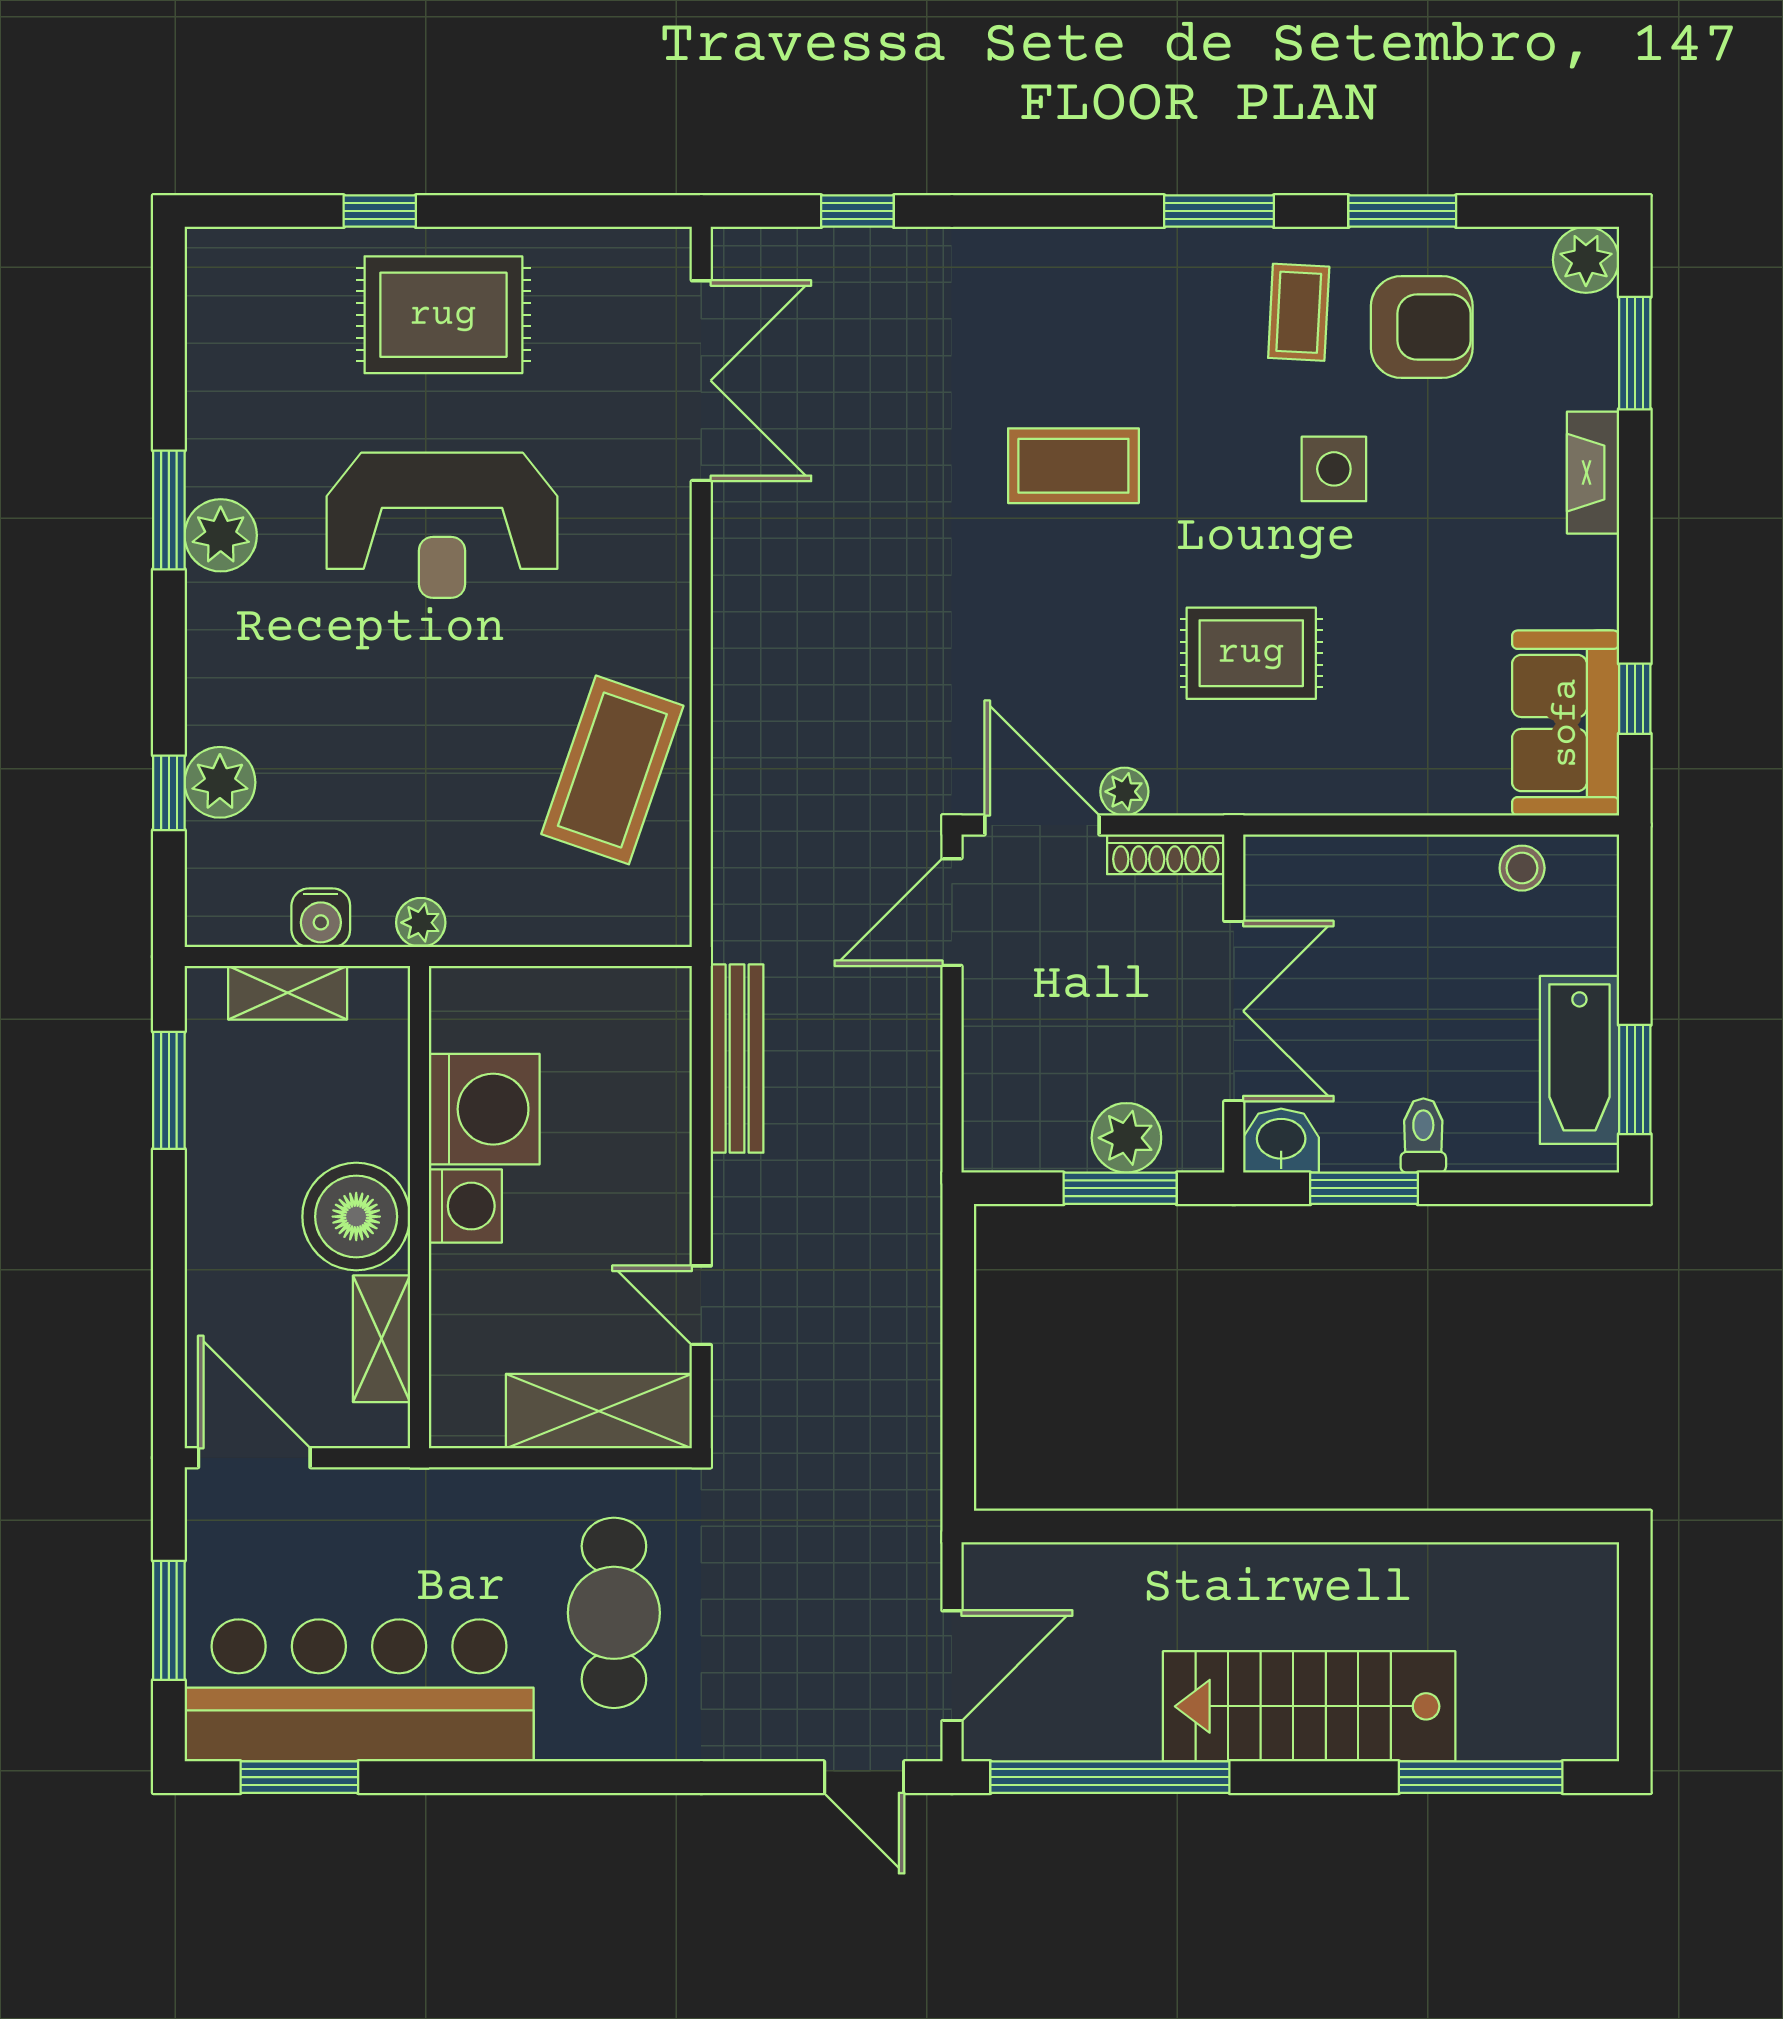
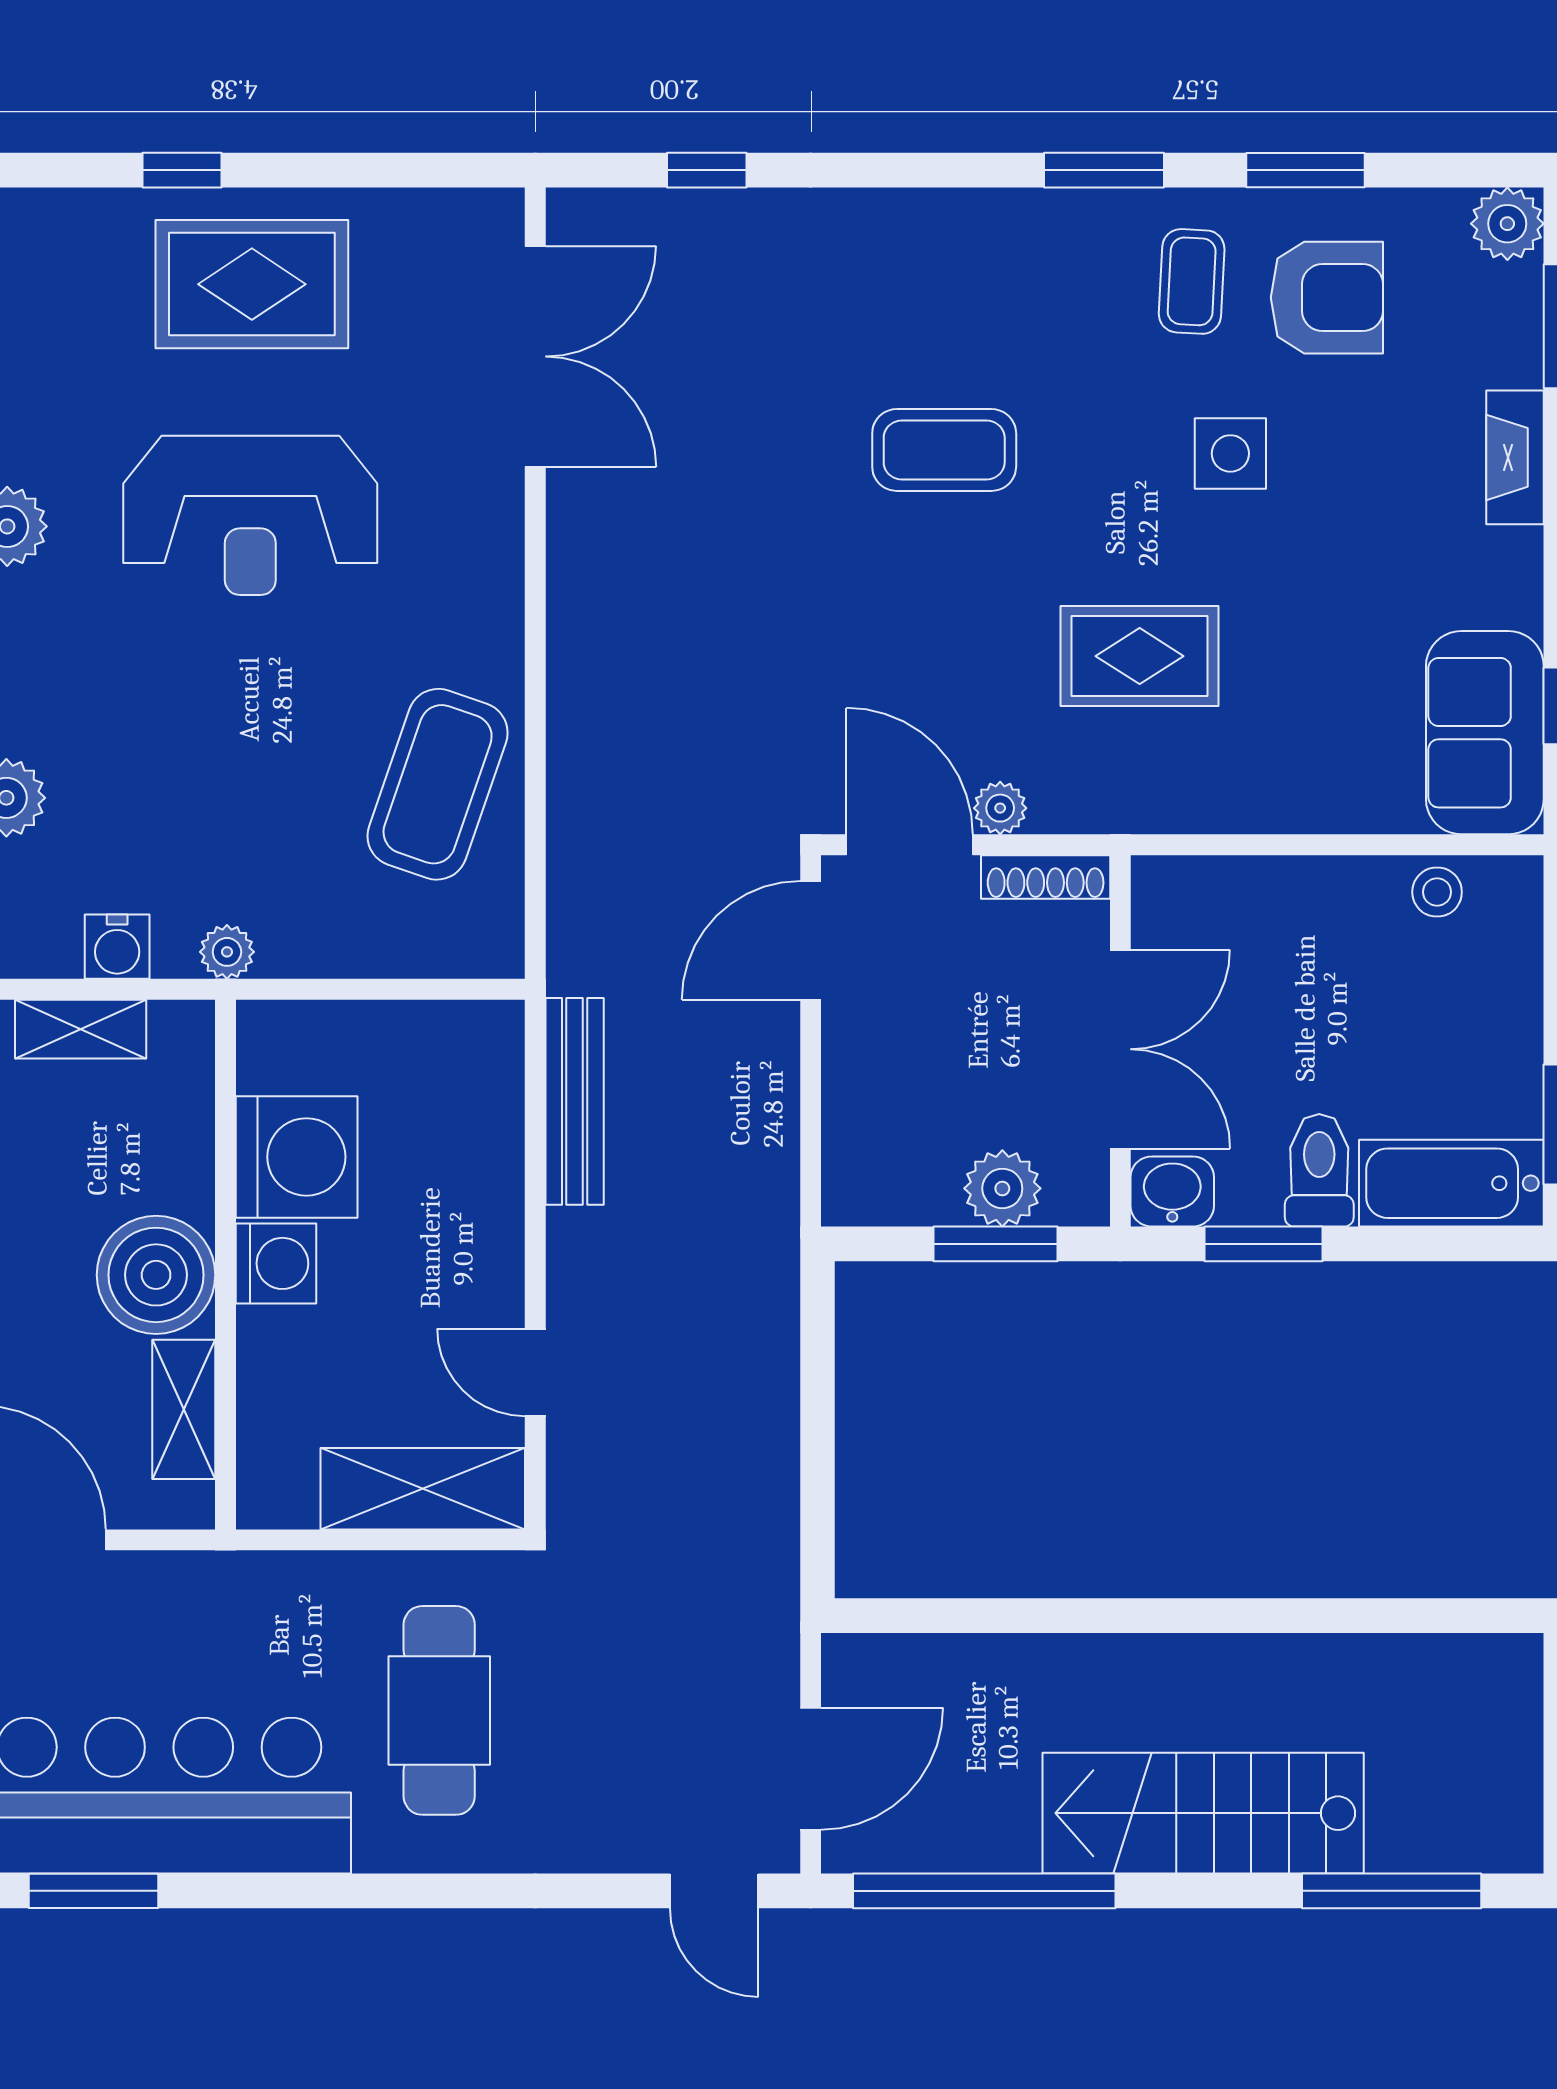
bathtub: (1579, 1060) -> (1451, 1183), moved, turned 90
toilet: (1423, 1136) -> (1319, 1170), width x1.37, depth x1.39

